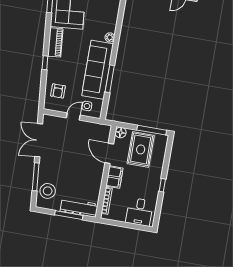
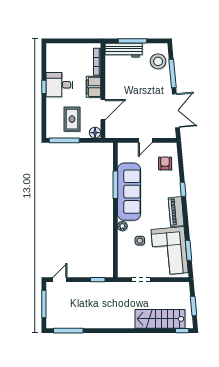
side table: (87, 106) -> (140, 241), moved
rug: (141, 149) -> (72, 119), width x0.73, depth x0.70
door: (109, 153) -> (103, 110), hinge flipped
desk: (139, 212) -> (59, 85), moved, turned -90

